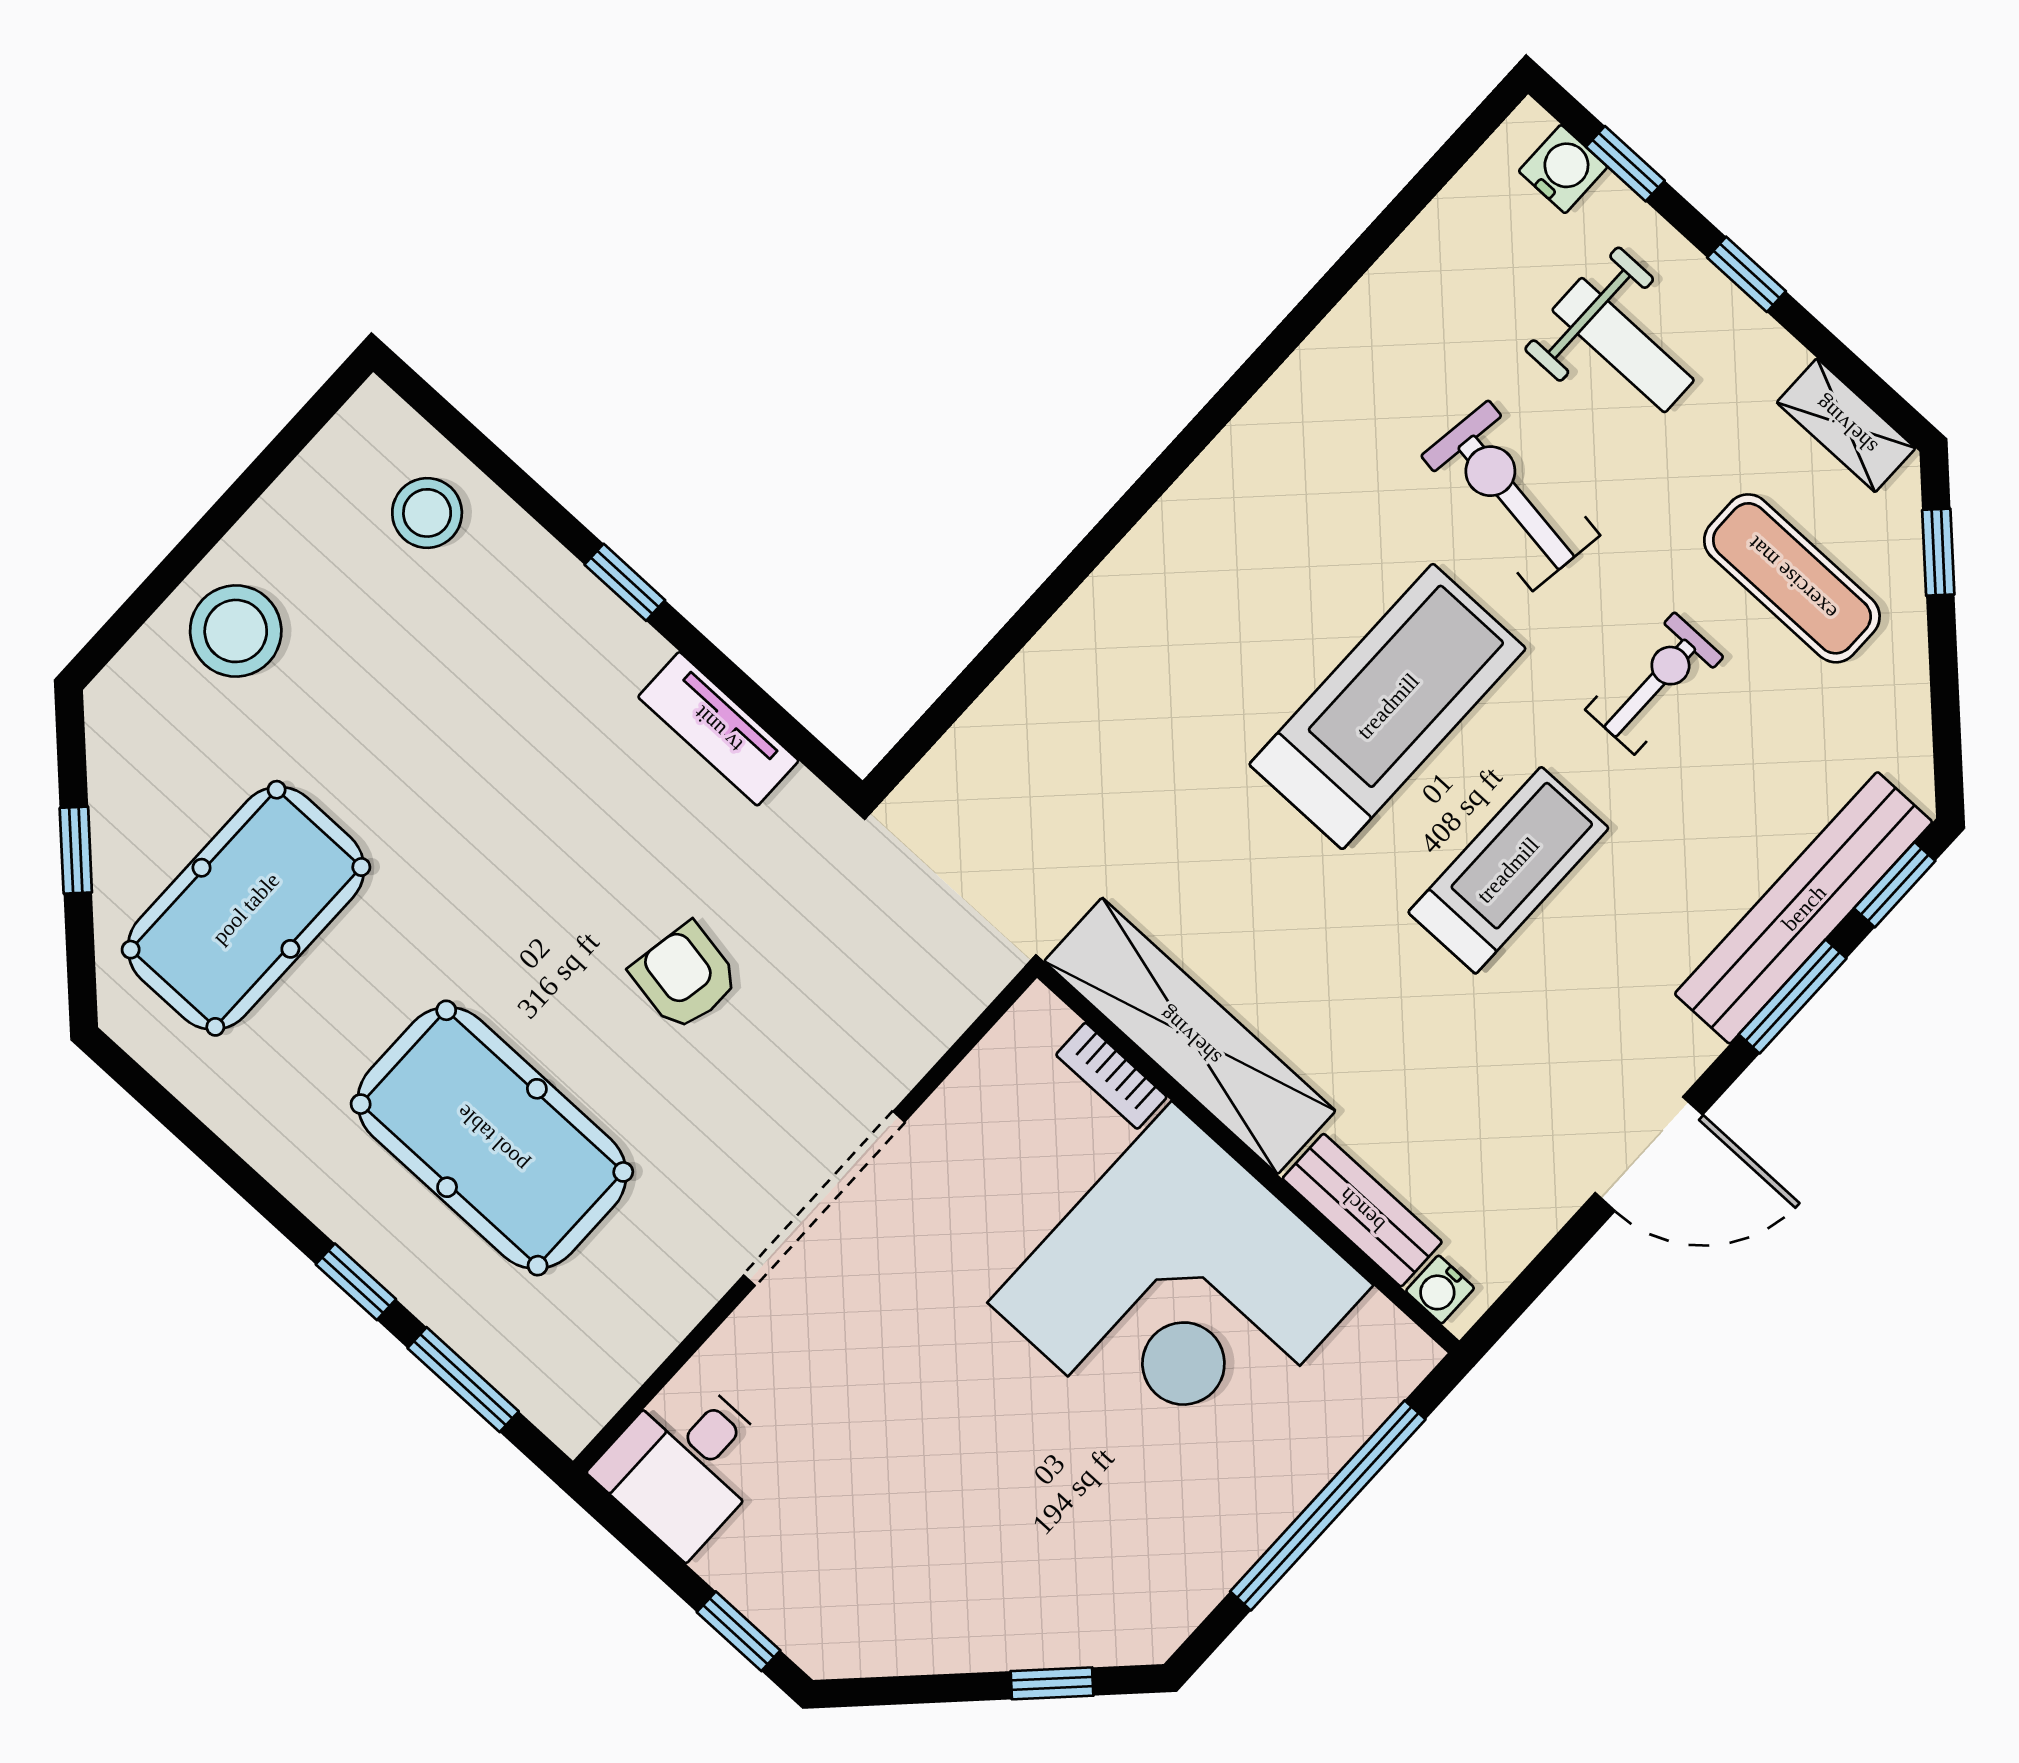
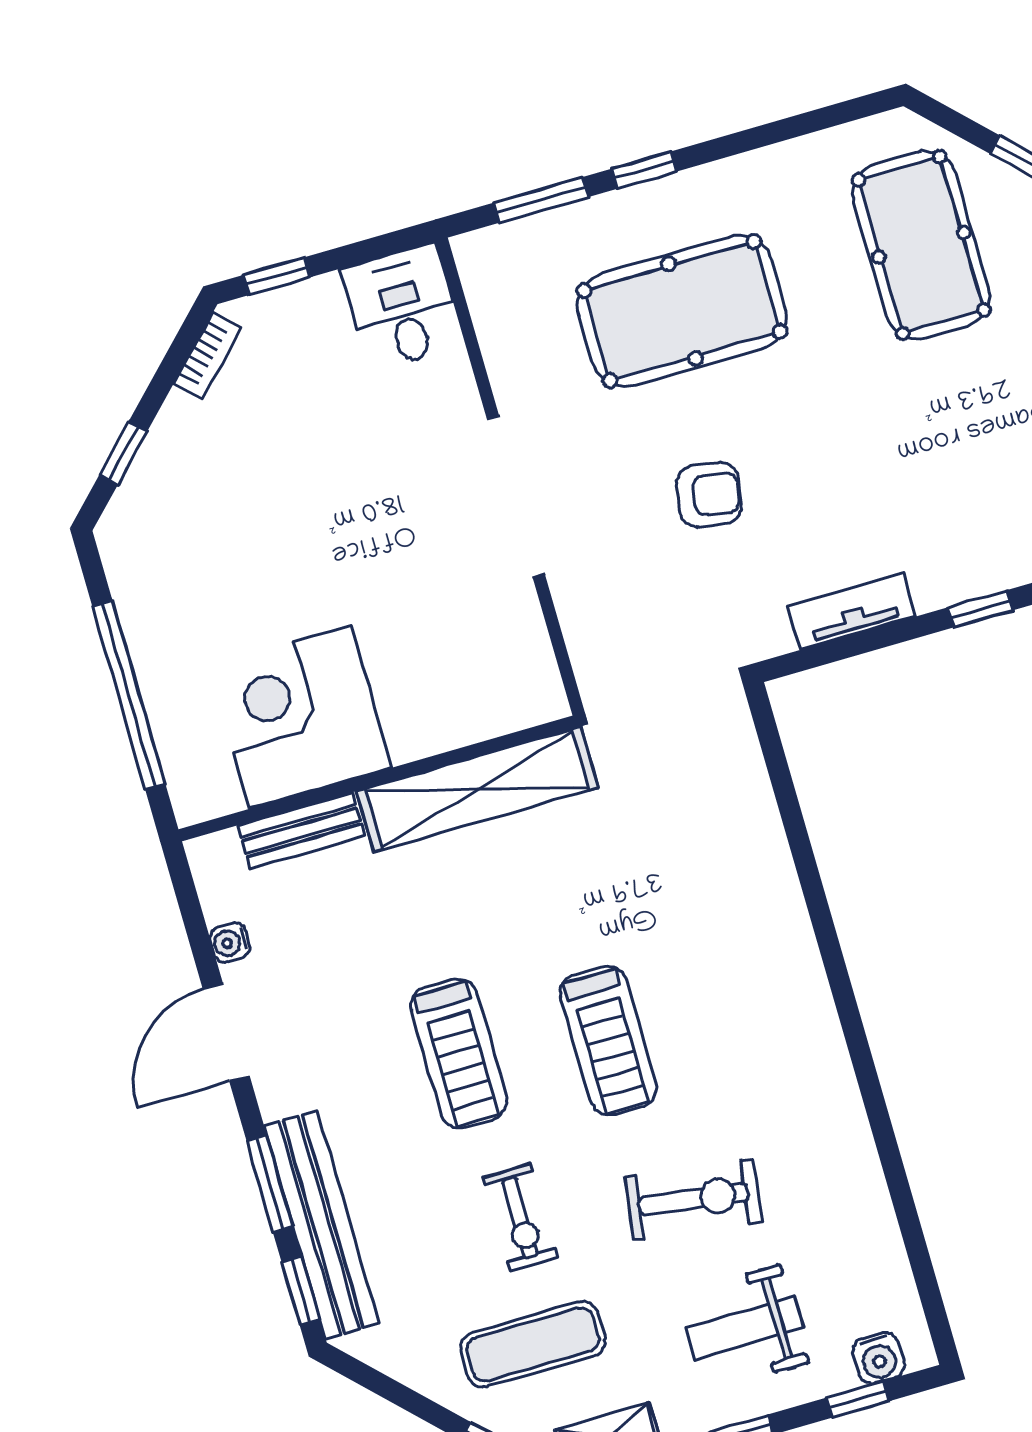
treadmill: (1388, 706) -> (608, 1041), width x0.73, depth x0.73
bookcase: (1111, 1076) -> (208, 356), moved, turned 135
water cooler: (1440, 1290) -> (230, 942), moved, turned -90
corner desk: (1180, 1294) -> (300, 717), width x0.74, depth x0.74

